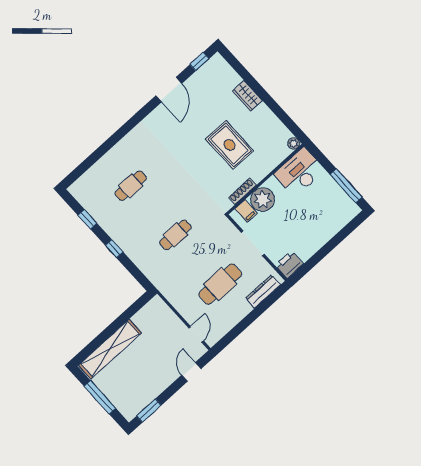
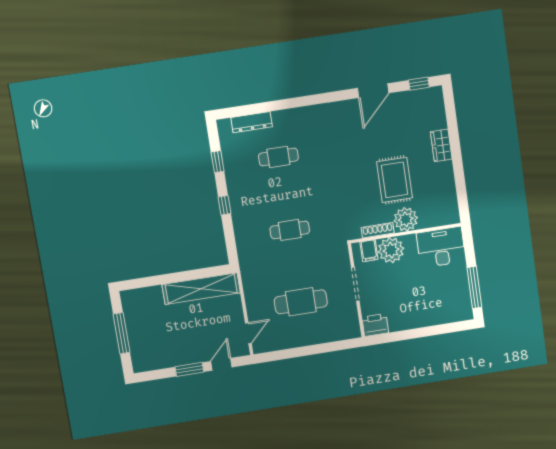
plant: (294, 143) -> (406, 219), moved, width x1.87, depth x1.87
dresser: (263, 291) -> (252, 122), moved, turned 180
shelving: (110, 349) -> (201, 289), moved
window: (149, 411) -> (189, 369), moved

